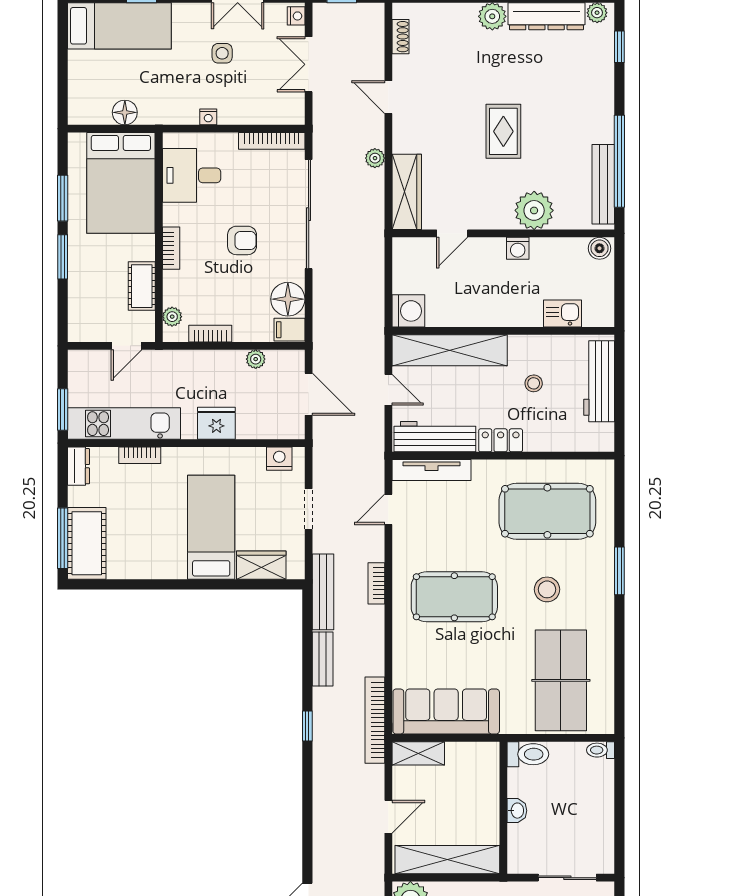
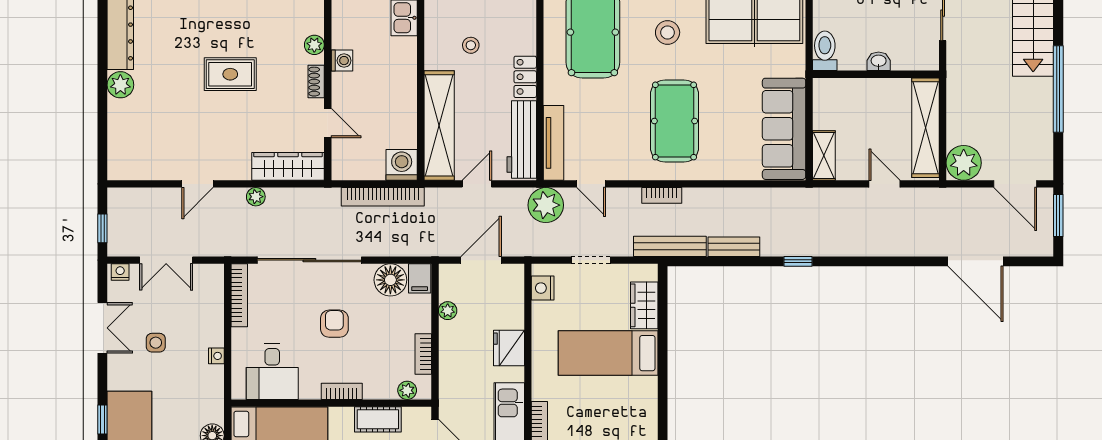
shoe rack: (401, 37) -> (316, 82), moved, turned -90
plant: (534, 210) -> (314, 45), width x0.53, depth x0.53
plant: (366, 462) -> (546, 205), added
bookcase: (375, 720) -> (383, 197), moved

